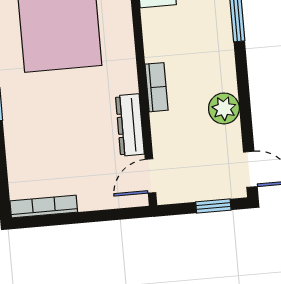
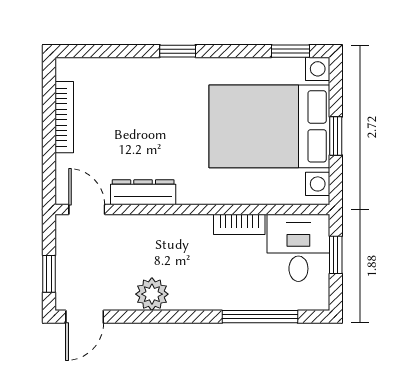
bookcase: (157, 87) -> (239, 224), moved
bookcase: (44, 207) -> (64, 117), moved

